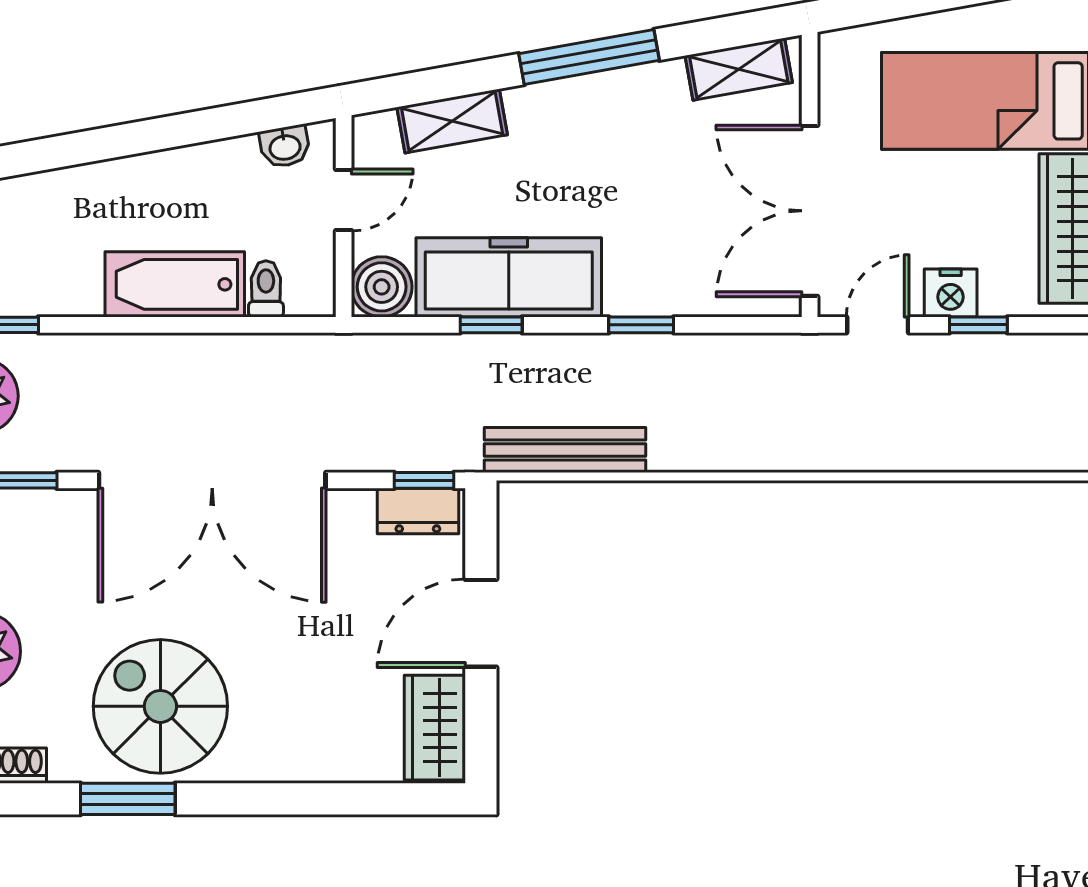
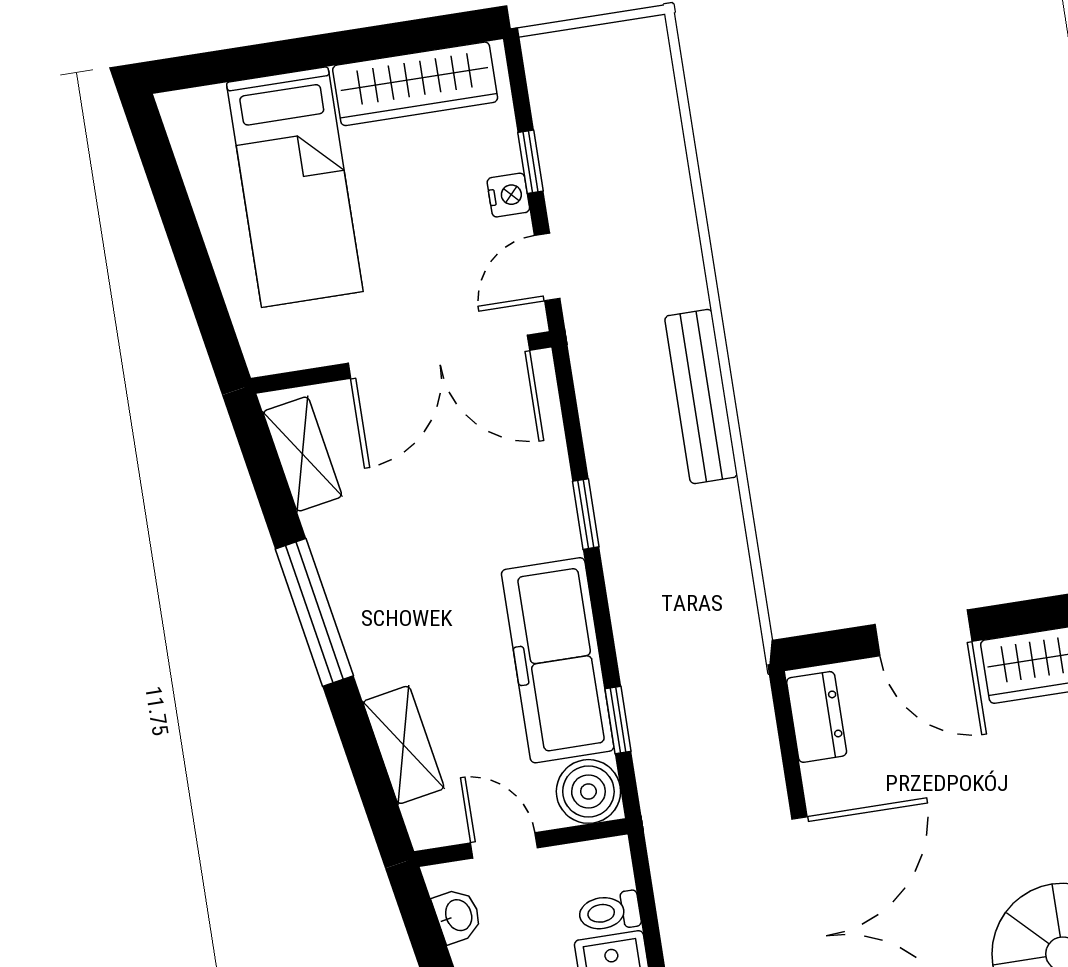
nightstand: (951, 293) -> (508, 195), width x0.72, depth x0.74
window: (491, 325) -> (618, 720), moved
door: (878, 325) -> (547, 267), hinge flipped
bench: (565, 450) -> (701, 397), moved
window: (424, 480) -> (784, 716), removed

